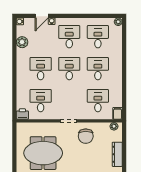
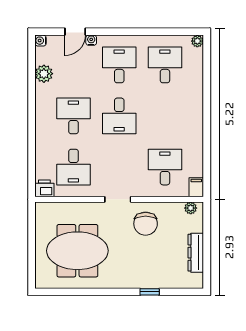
desk: (69, 69) -> (119, 116), turned 180
desk: (98, 69) -> (165, 116), removed
desk: (41, 101) -> (73, 167), turned 180

